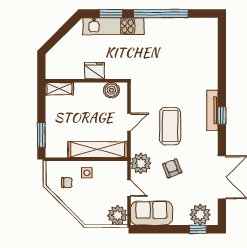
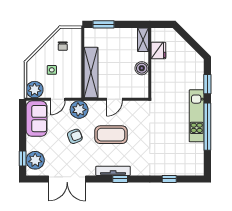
kitchen unit: (114, 26) -> (197, 116), moved
window: (222, 58) -> (169, 179), added
fridge: (94, 71) -> (158, 51), moved
boiler: (112, 90) -> (142, 68), moved
tv unit: (212, 110) -> (113, 171), moved
door: (129, 122) -> (114, 99), hinge flipped
side table: (87, 173) -> (52, 70), moved

